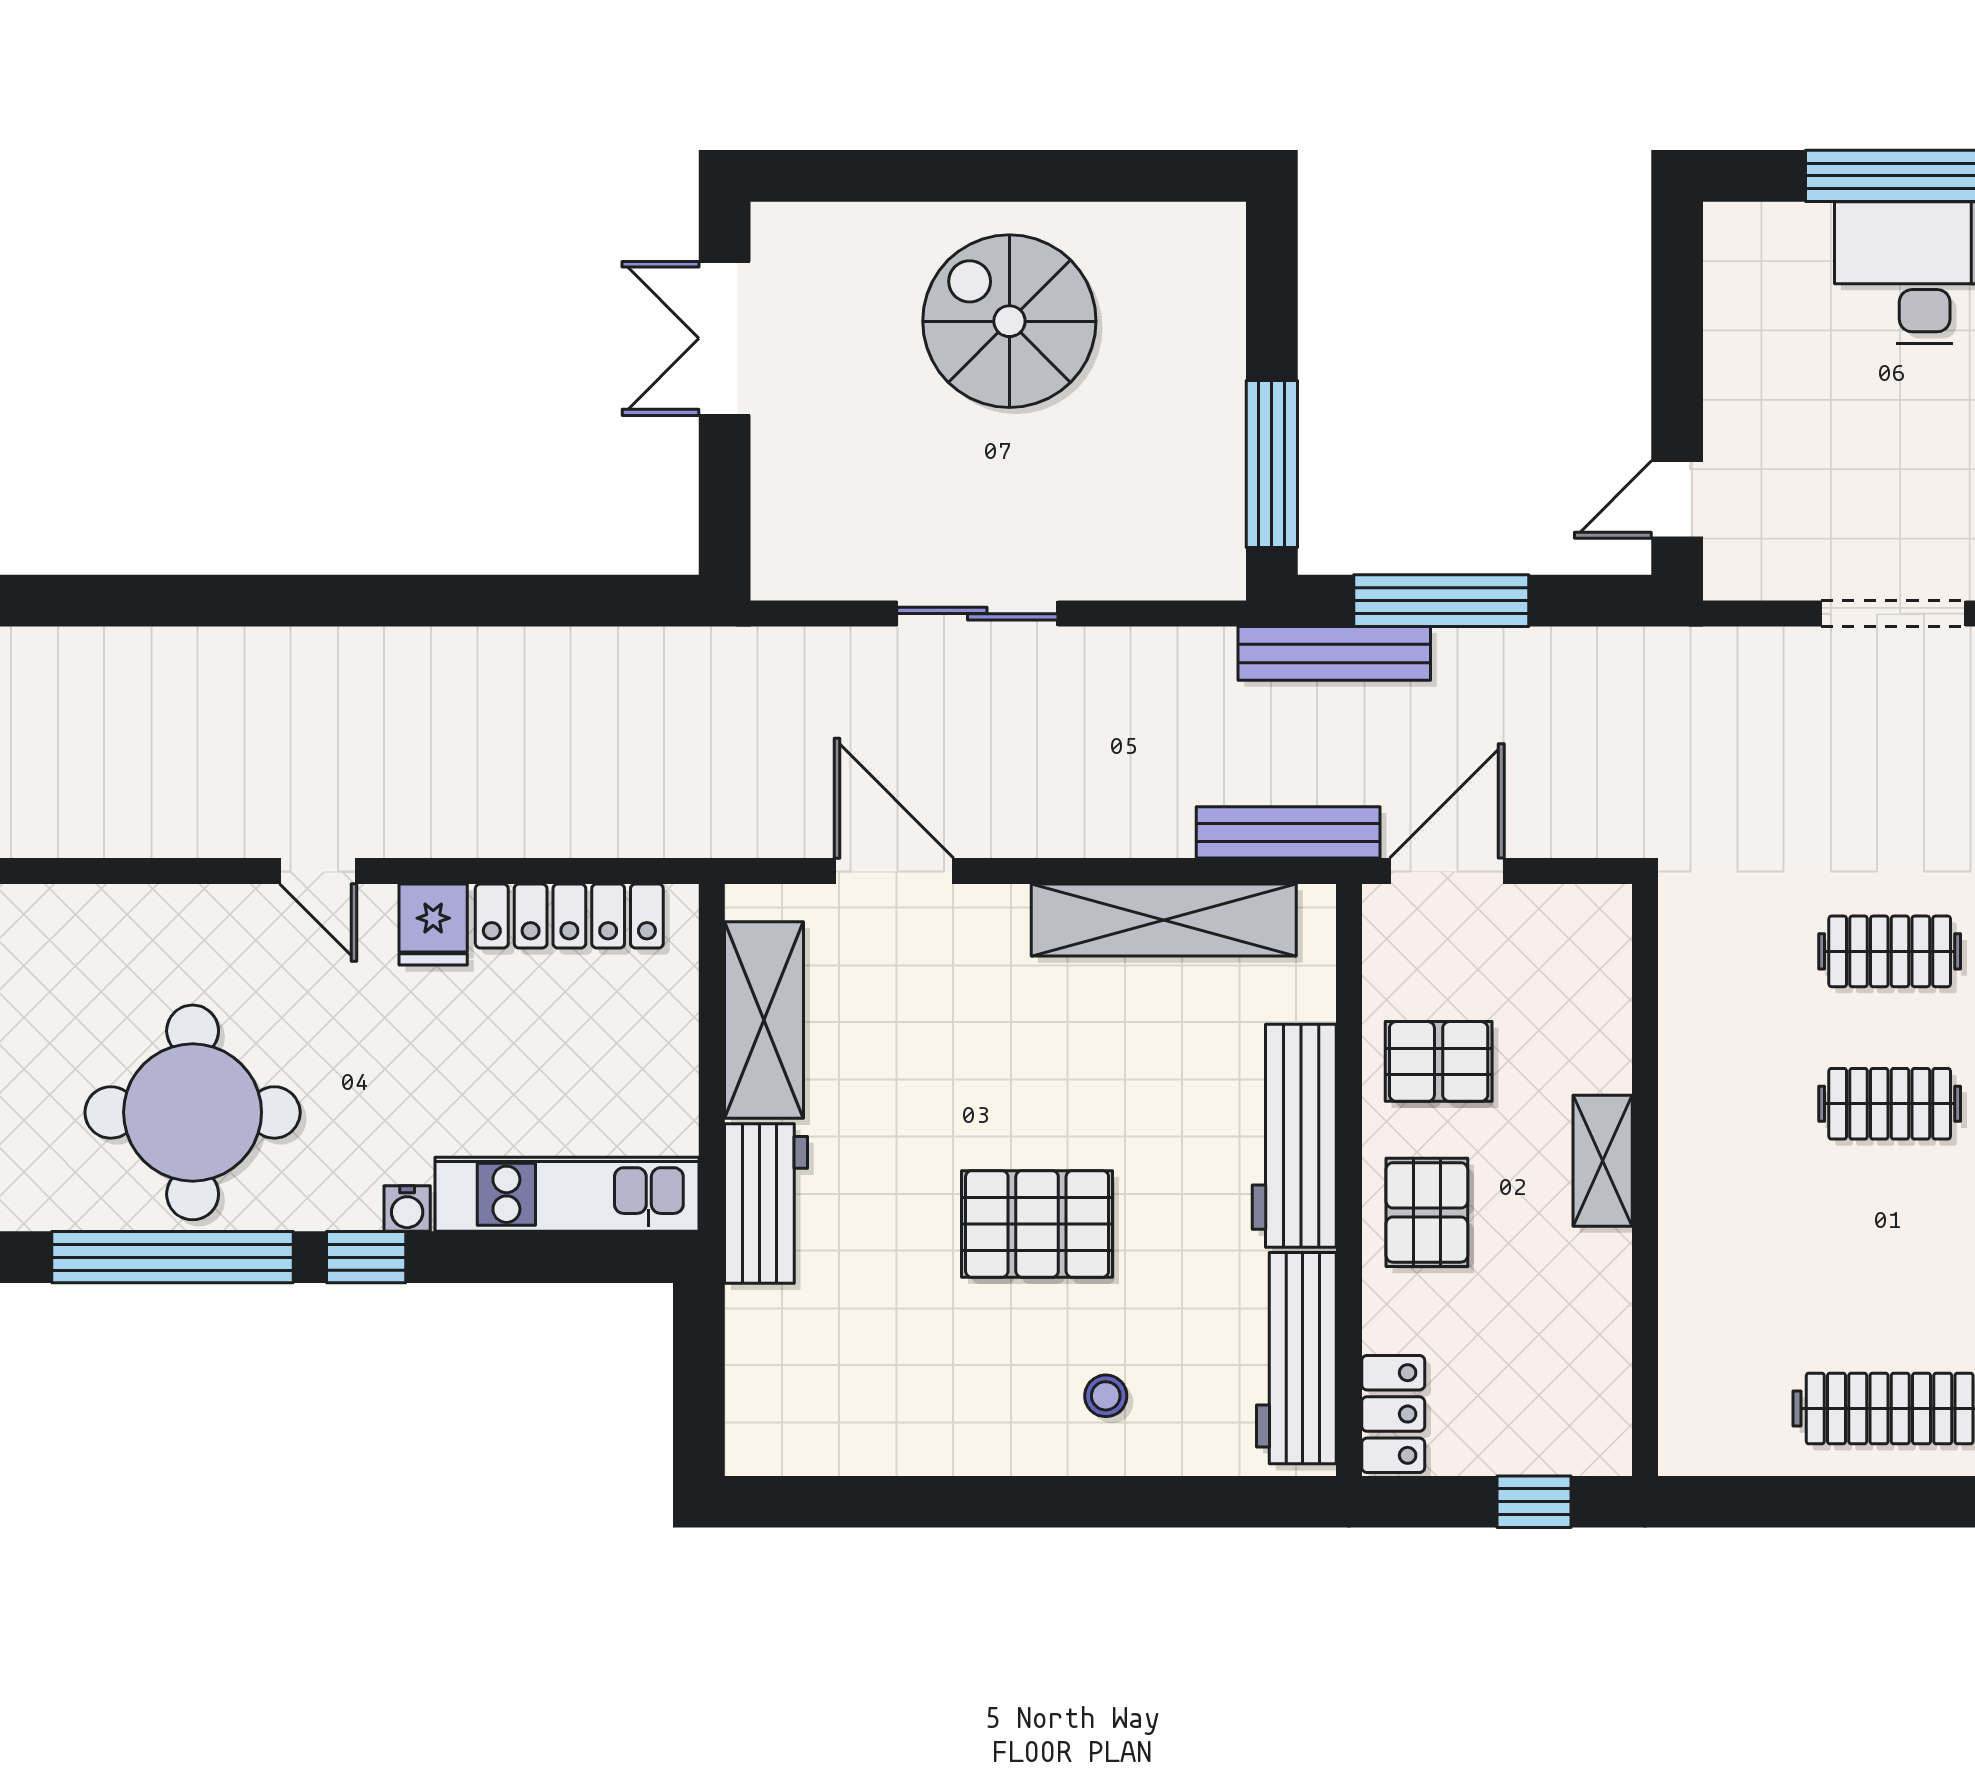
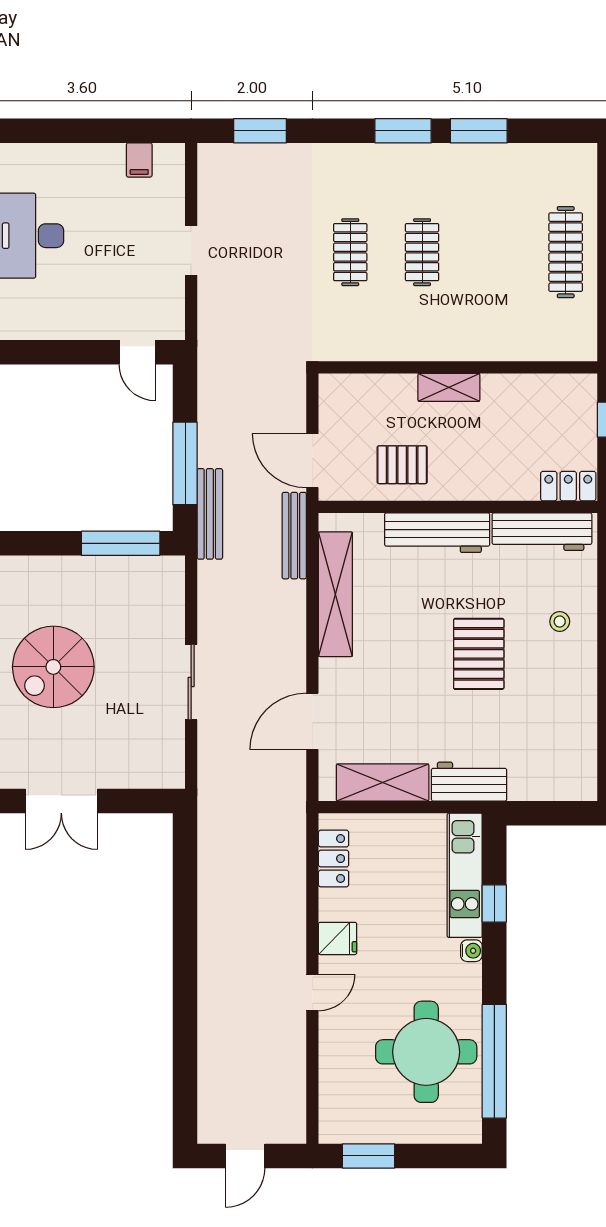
doorway: (1893, 614) -> (191, 251), width x0.73
locker: (569, 916) -> (334, 859), width x0.66
pallet: (1439, 1061) -> (402, 465), turned 90
pallet: (1427, 1212) -> (473, 470), removed
window: (366, 1257) -> (494, 903), moved

